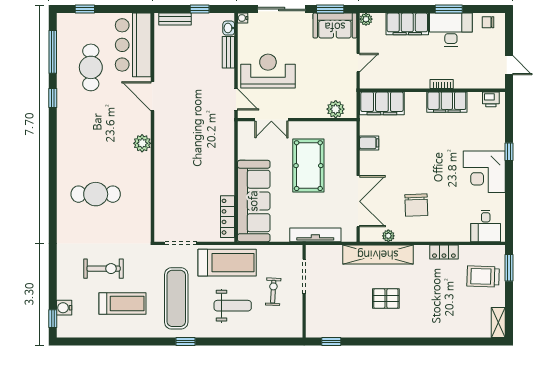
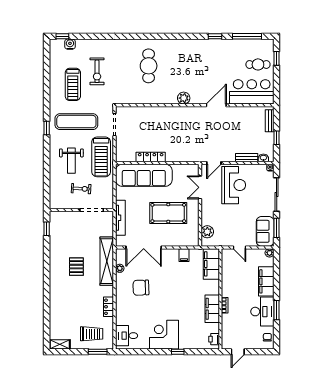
cafe table: (91, 67) -> (258, 64), moved, width x0.73, depth x0.74
locker: (228, 217) -> (151, 157), moved
trolley: (483, 276) -> (92, 334), turned 88

